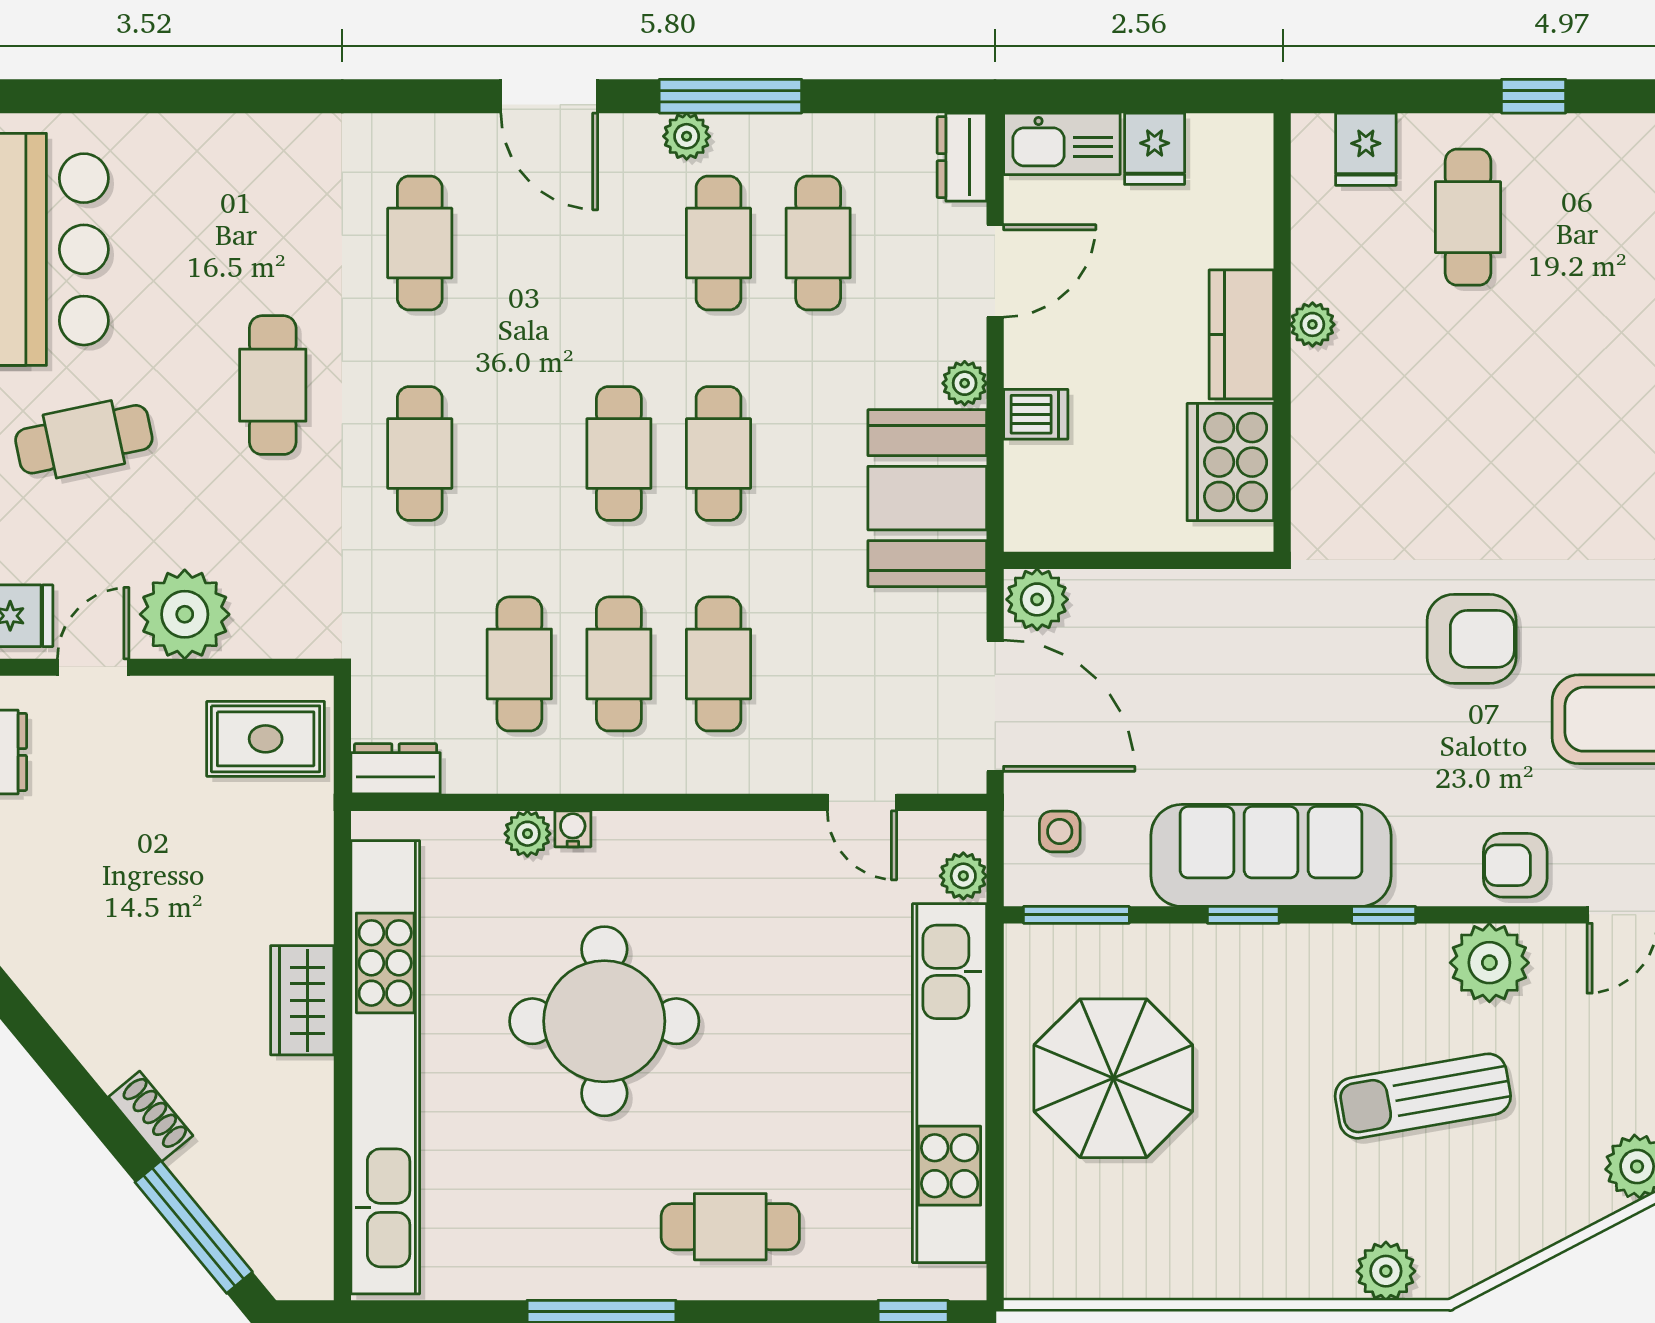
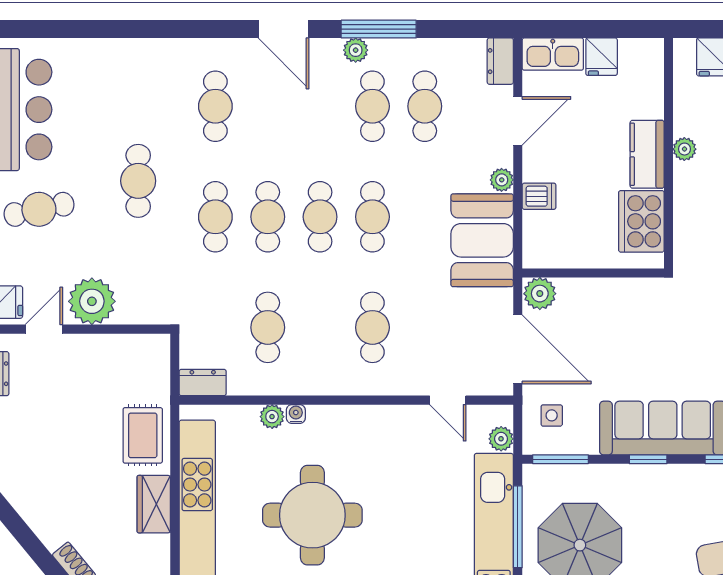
cafe table: (619, 664) -> (268, 217), moved
rug: (266, 739) -> (143, 435), moved, turned 90
window: (995, 1043) -> (518, 527), added

